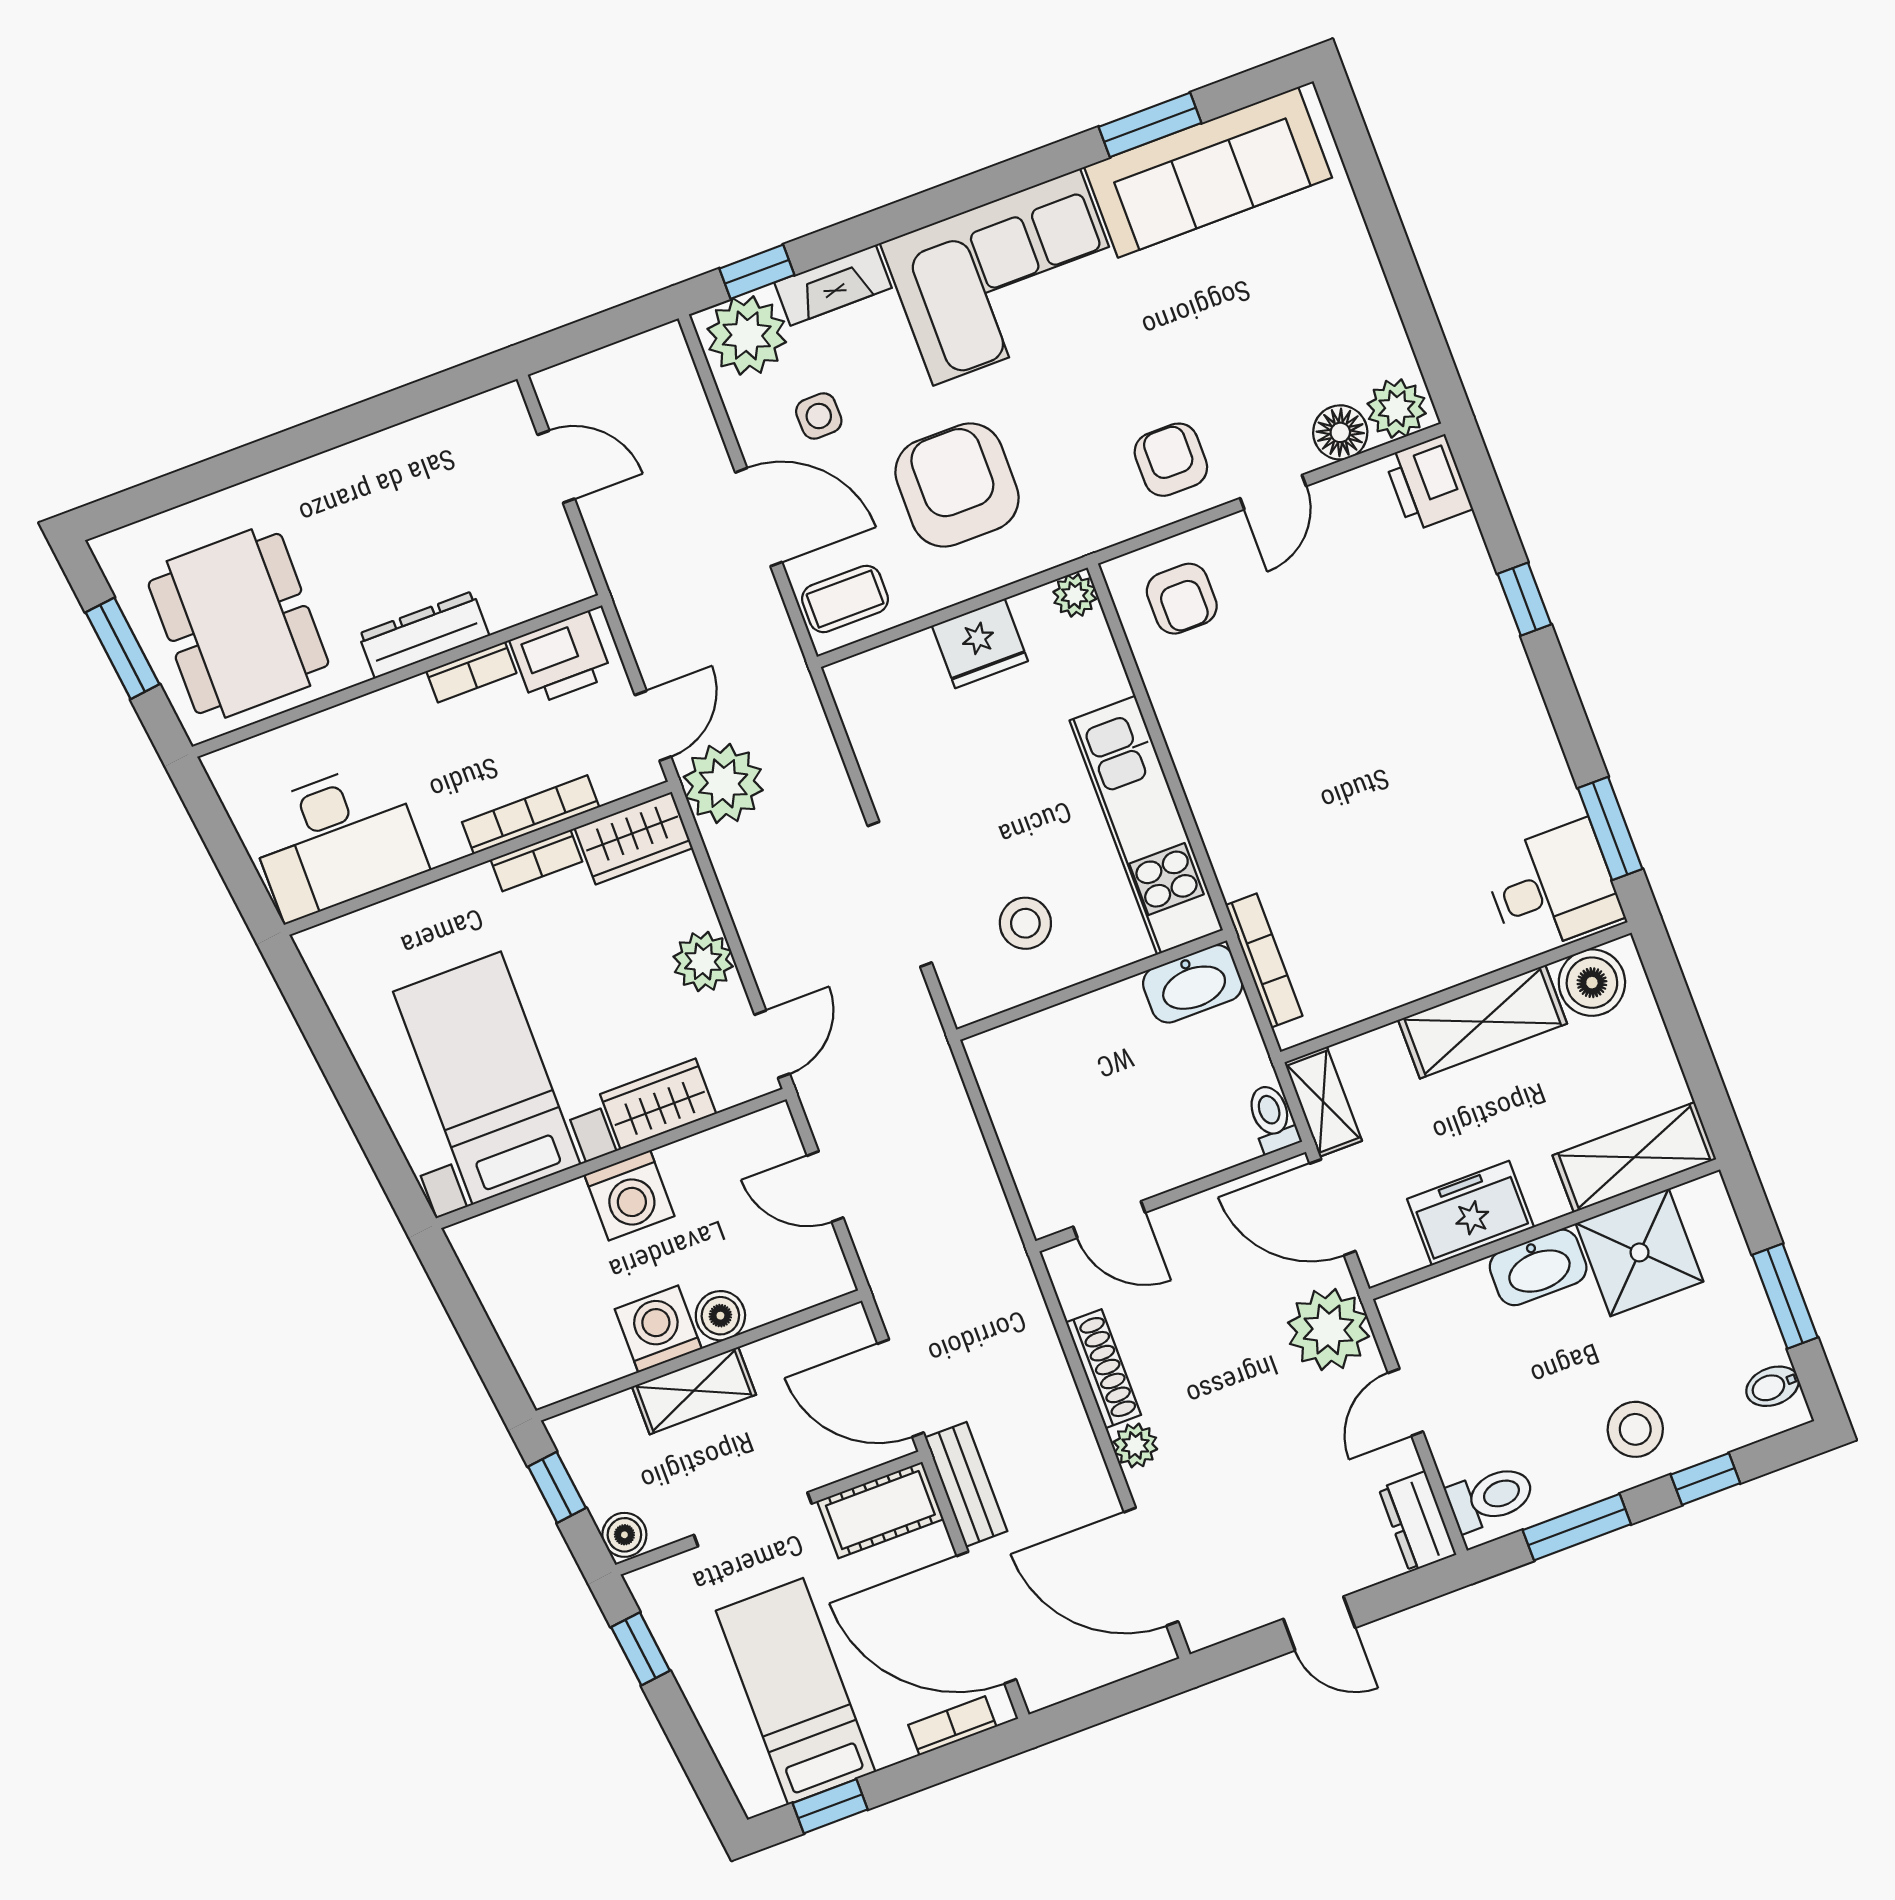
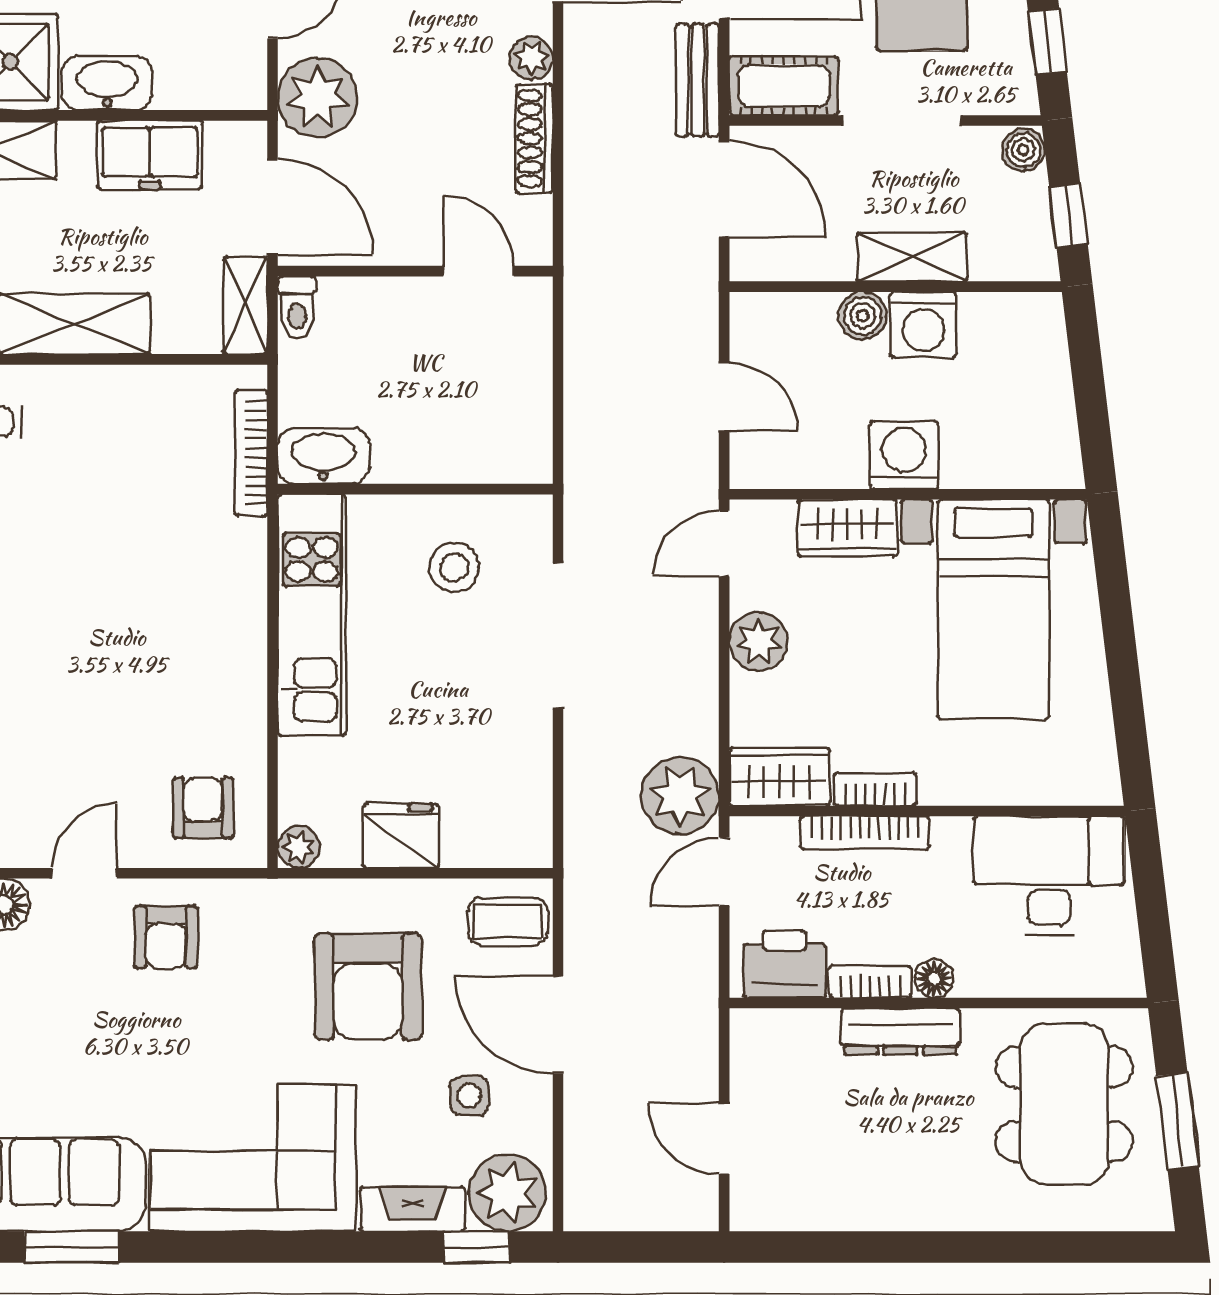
floor lamp: (410, 698) -> (934, 979), added

